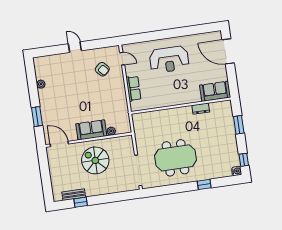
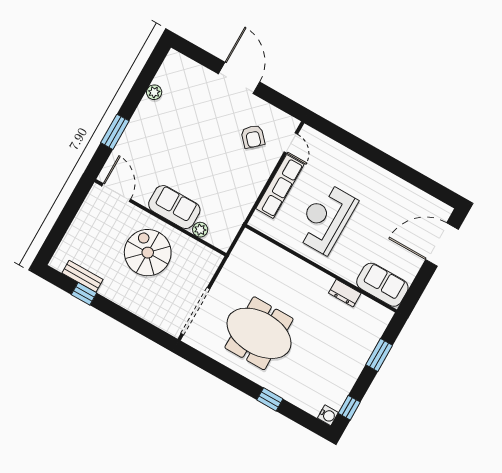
door: (75, 47) -> (239, 78), width x1.87
door: (228, 51) -> (442, 244), hinge flipped
reception desk: (169, 60) -> (326, 219), moved, turned 90
row of seats: (133, 89) -> (280, 187), width x1.48

